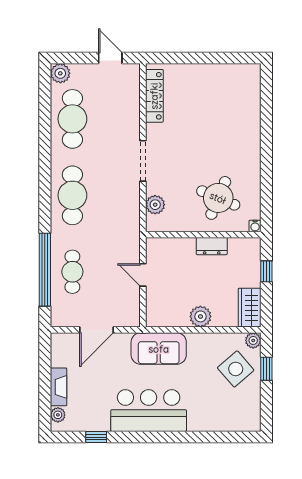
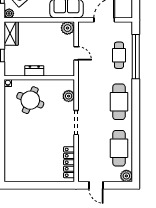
plant: (200, 316) -> (67, 28), moved

